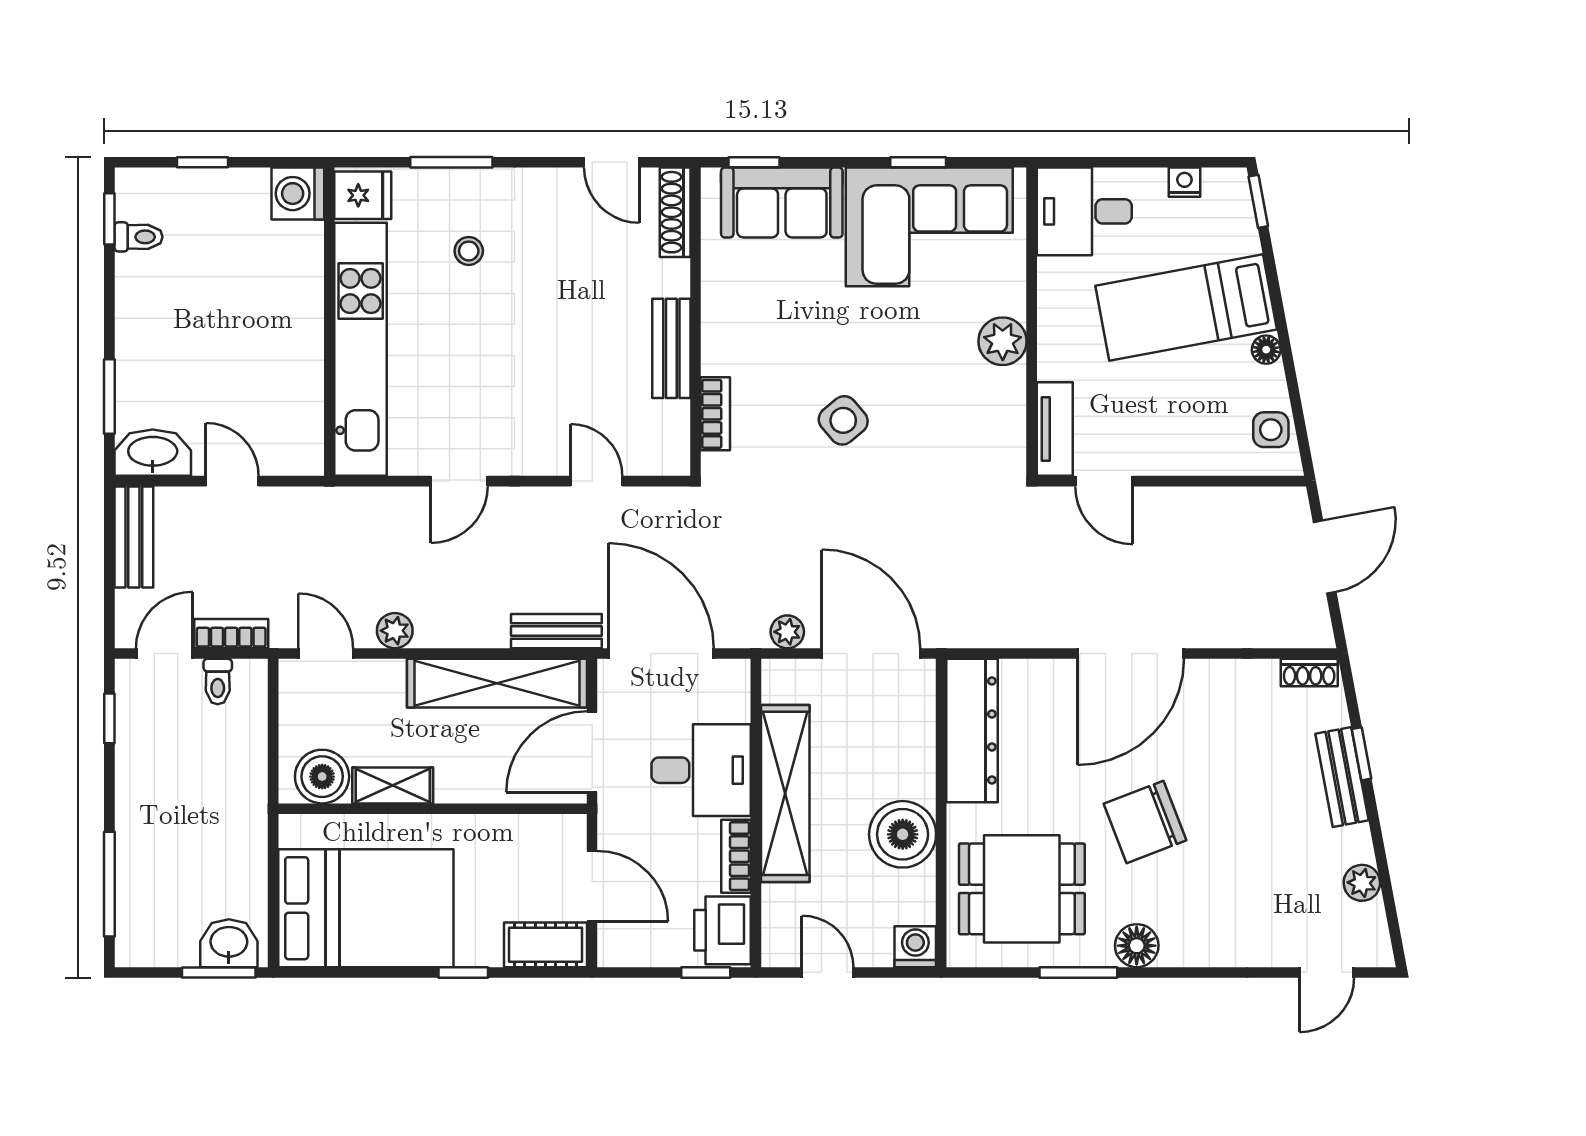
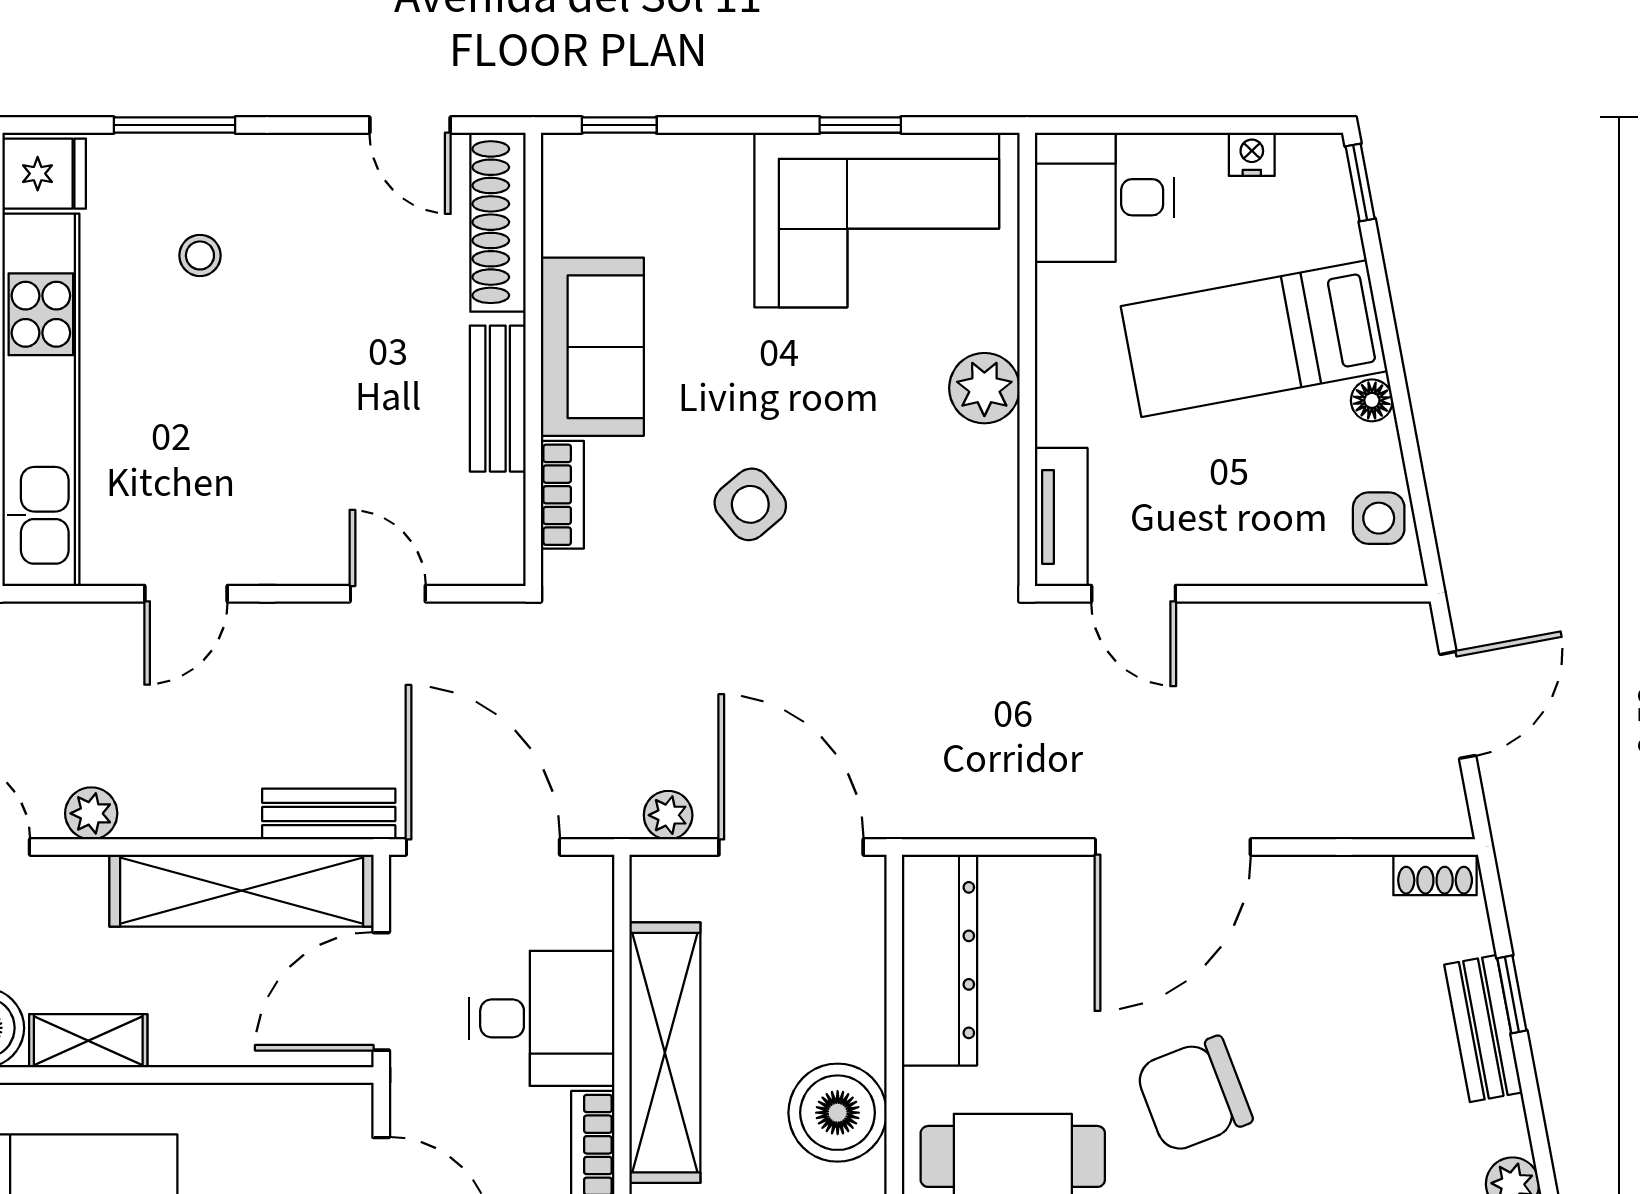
sofa: (782, 202) -> (592, 347), moved, turned -90
shoe rack: (675, 212) -> (498, 222), width x1.36, depth x1.24

